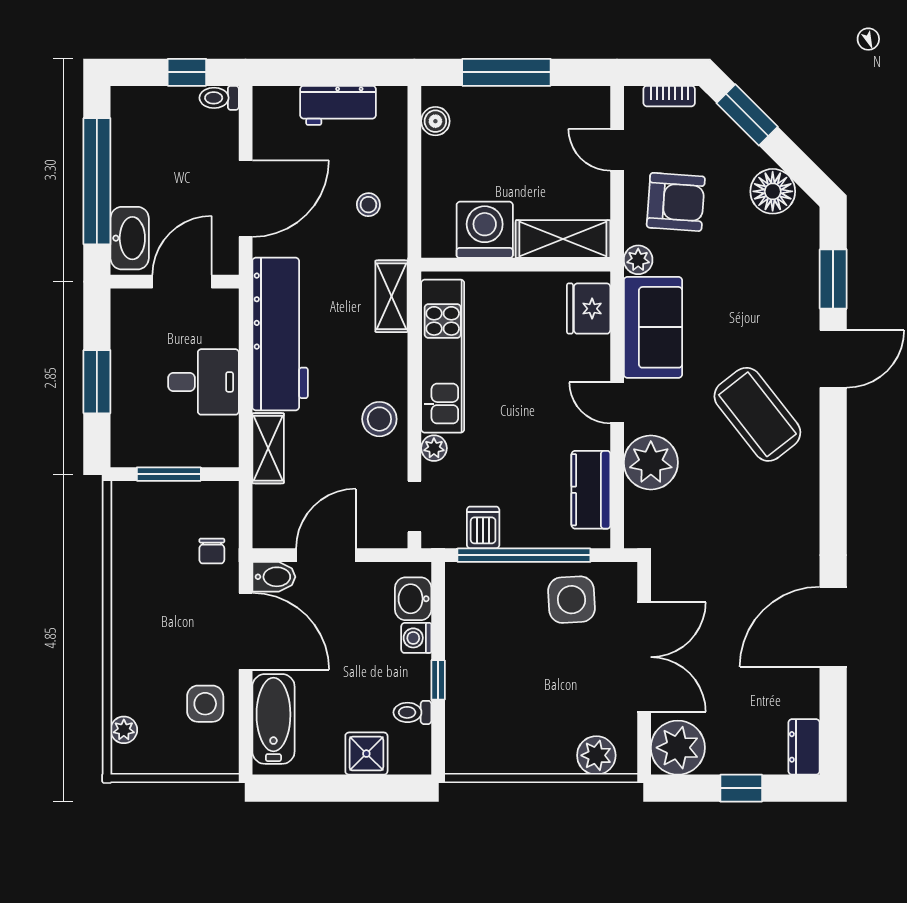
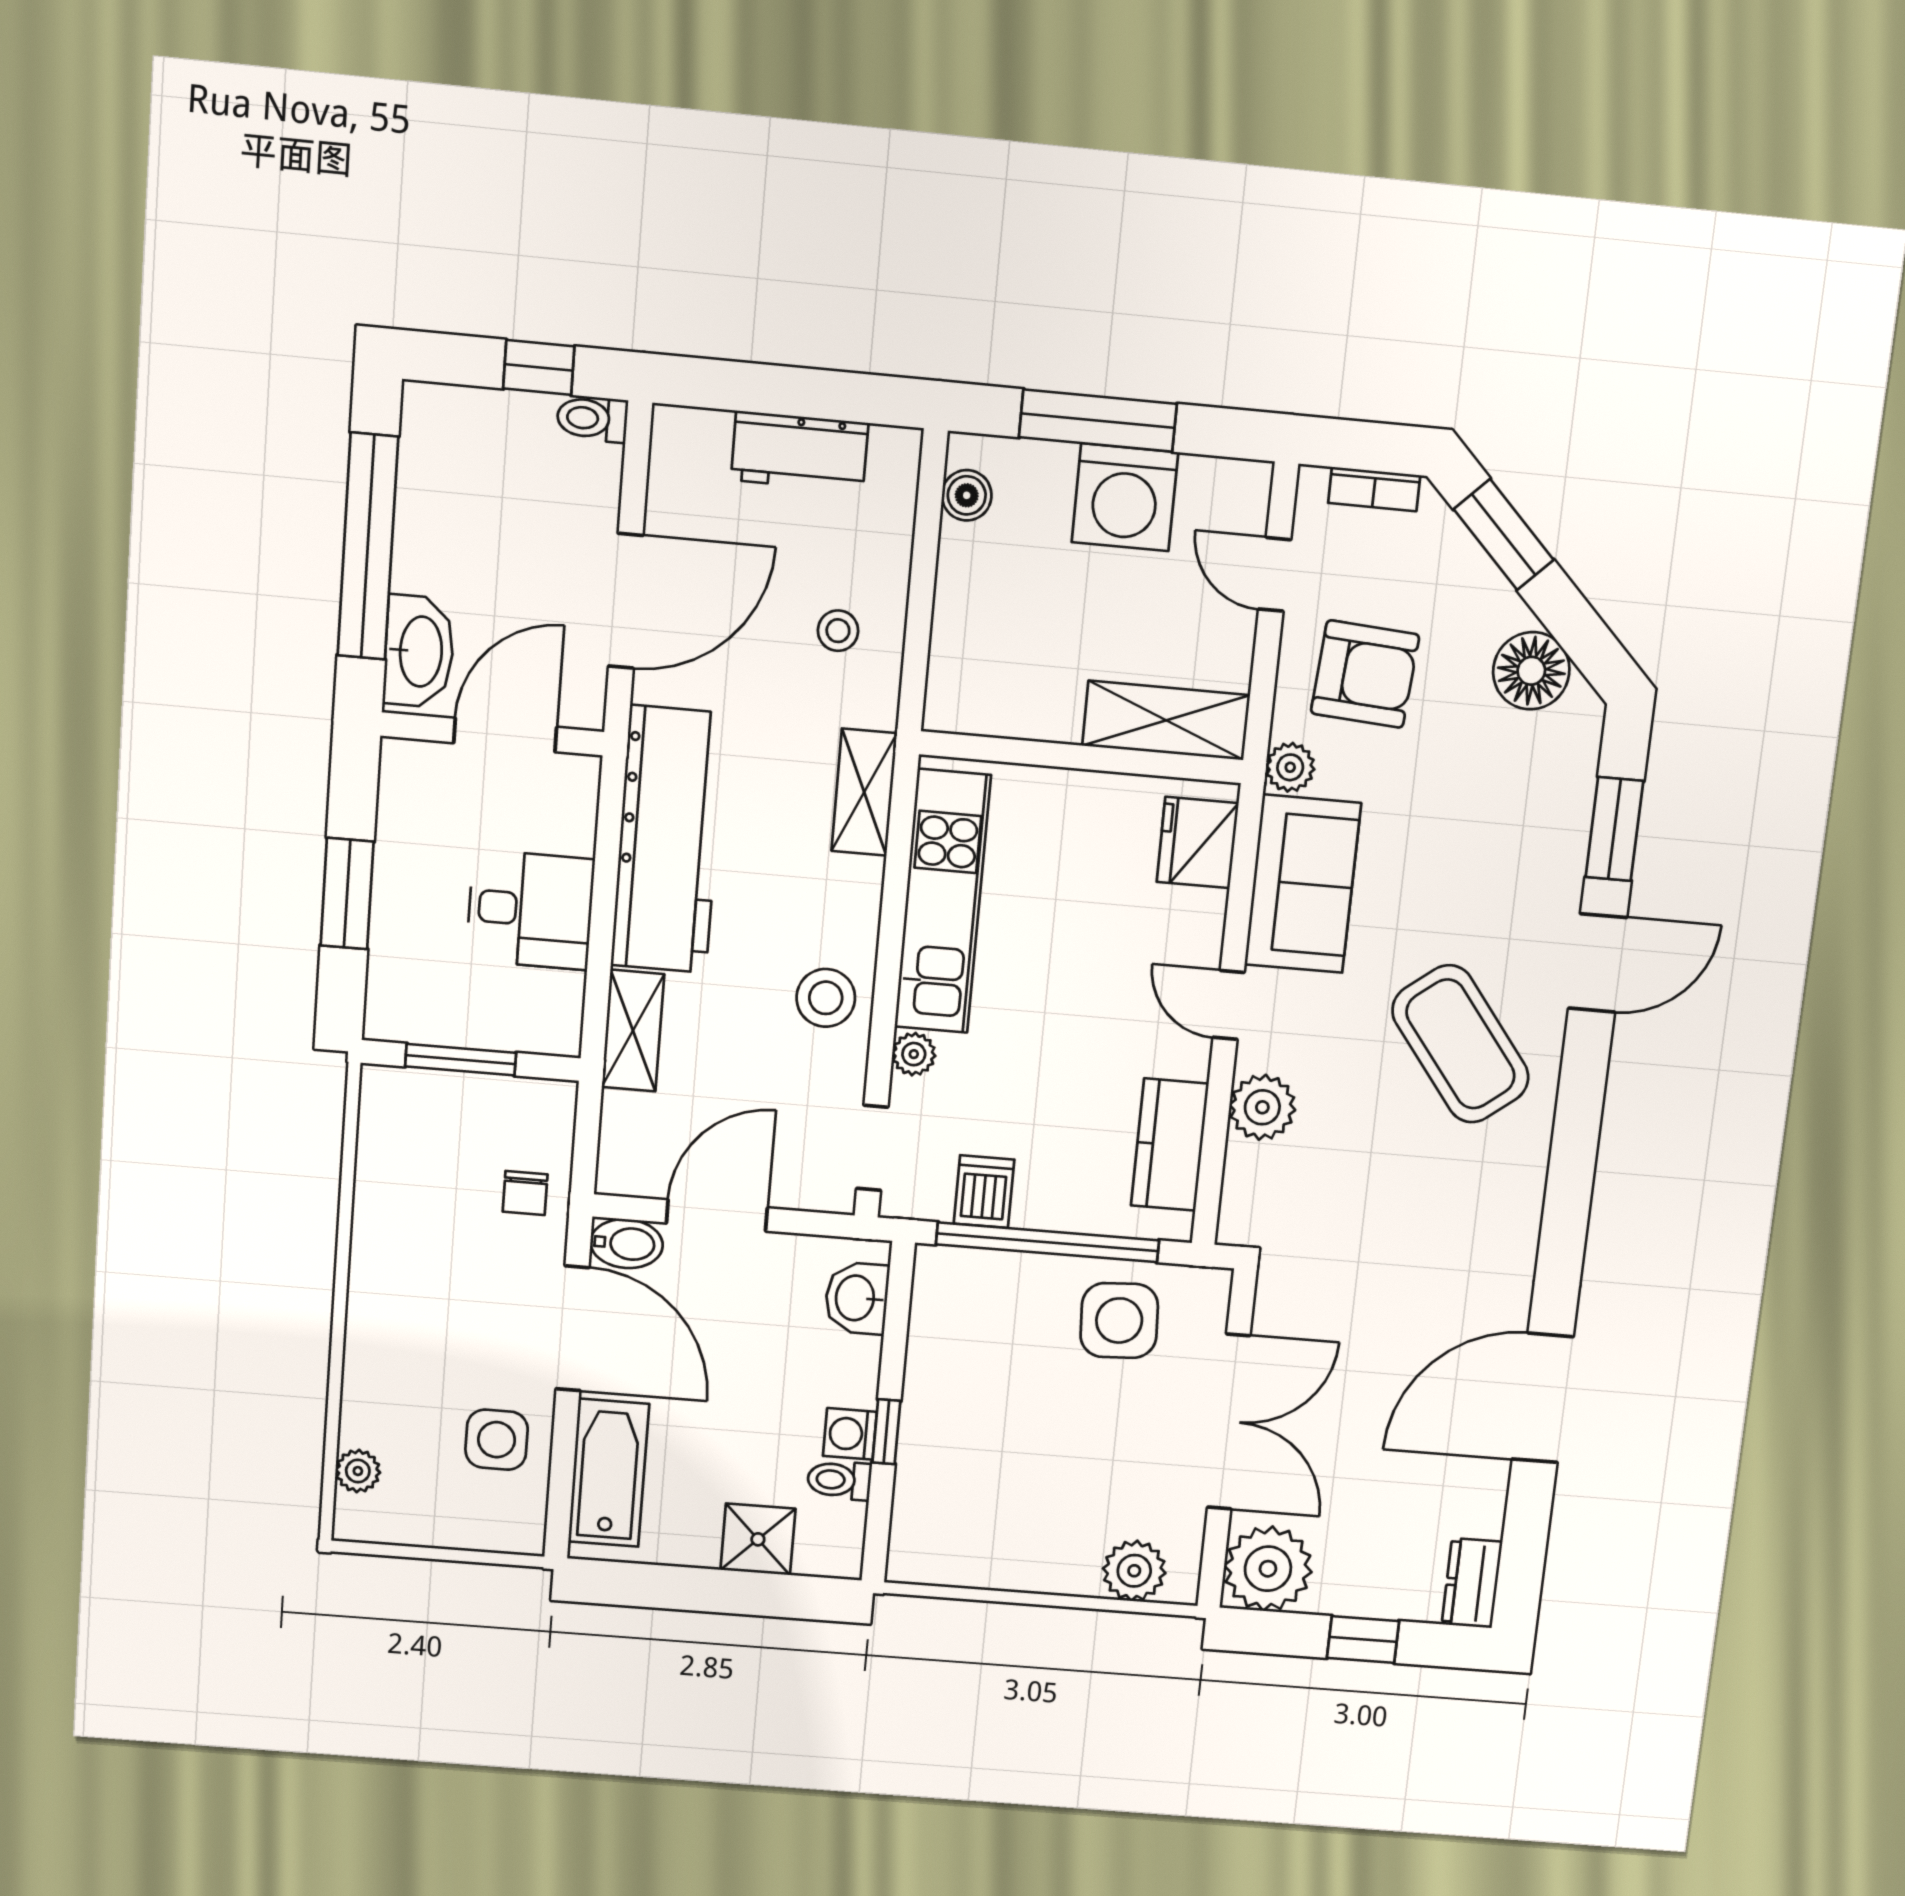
washing machine: (485, 230) -> (1125, 497), moved, turned 180
plant: (651, 462) -> (1262, 1107), width x0.73, depth x0.73
washing machine: (416, 638) -> (850, 1434), moved

